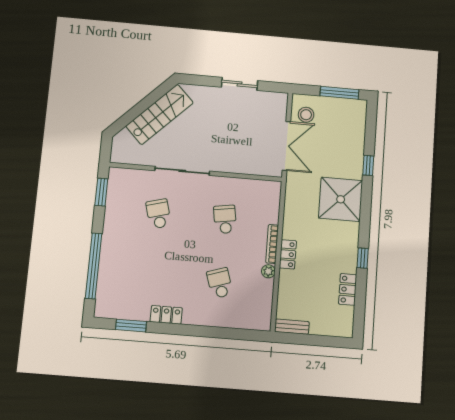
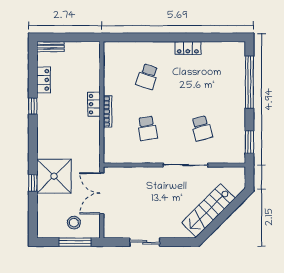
window: (339, 93) -> (75, 242), moved
stool: (306, 115) -> (74, 223), moved
shower: (341, 199) -> (54, 176), moved
plant: (268, 271) -> (109, 89), removed
school desk: (220, 283) -> (147, 77), turned 36
window: (131, 326) -> (215, 37), removed
bench: (292, 327) -> (50, 47), moved

